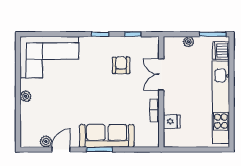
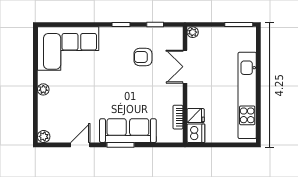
plant: (188, 42) -> (193, 32), moved
dishwasher: (221, 51) -> (196, 133), moved, turned 180
armchair: (121, 65) -> (143, 57), turned -90
bookcase: (155, 110) -> (178, 117), moved
plant: (46, 141) -> (44, 136), moved

